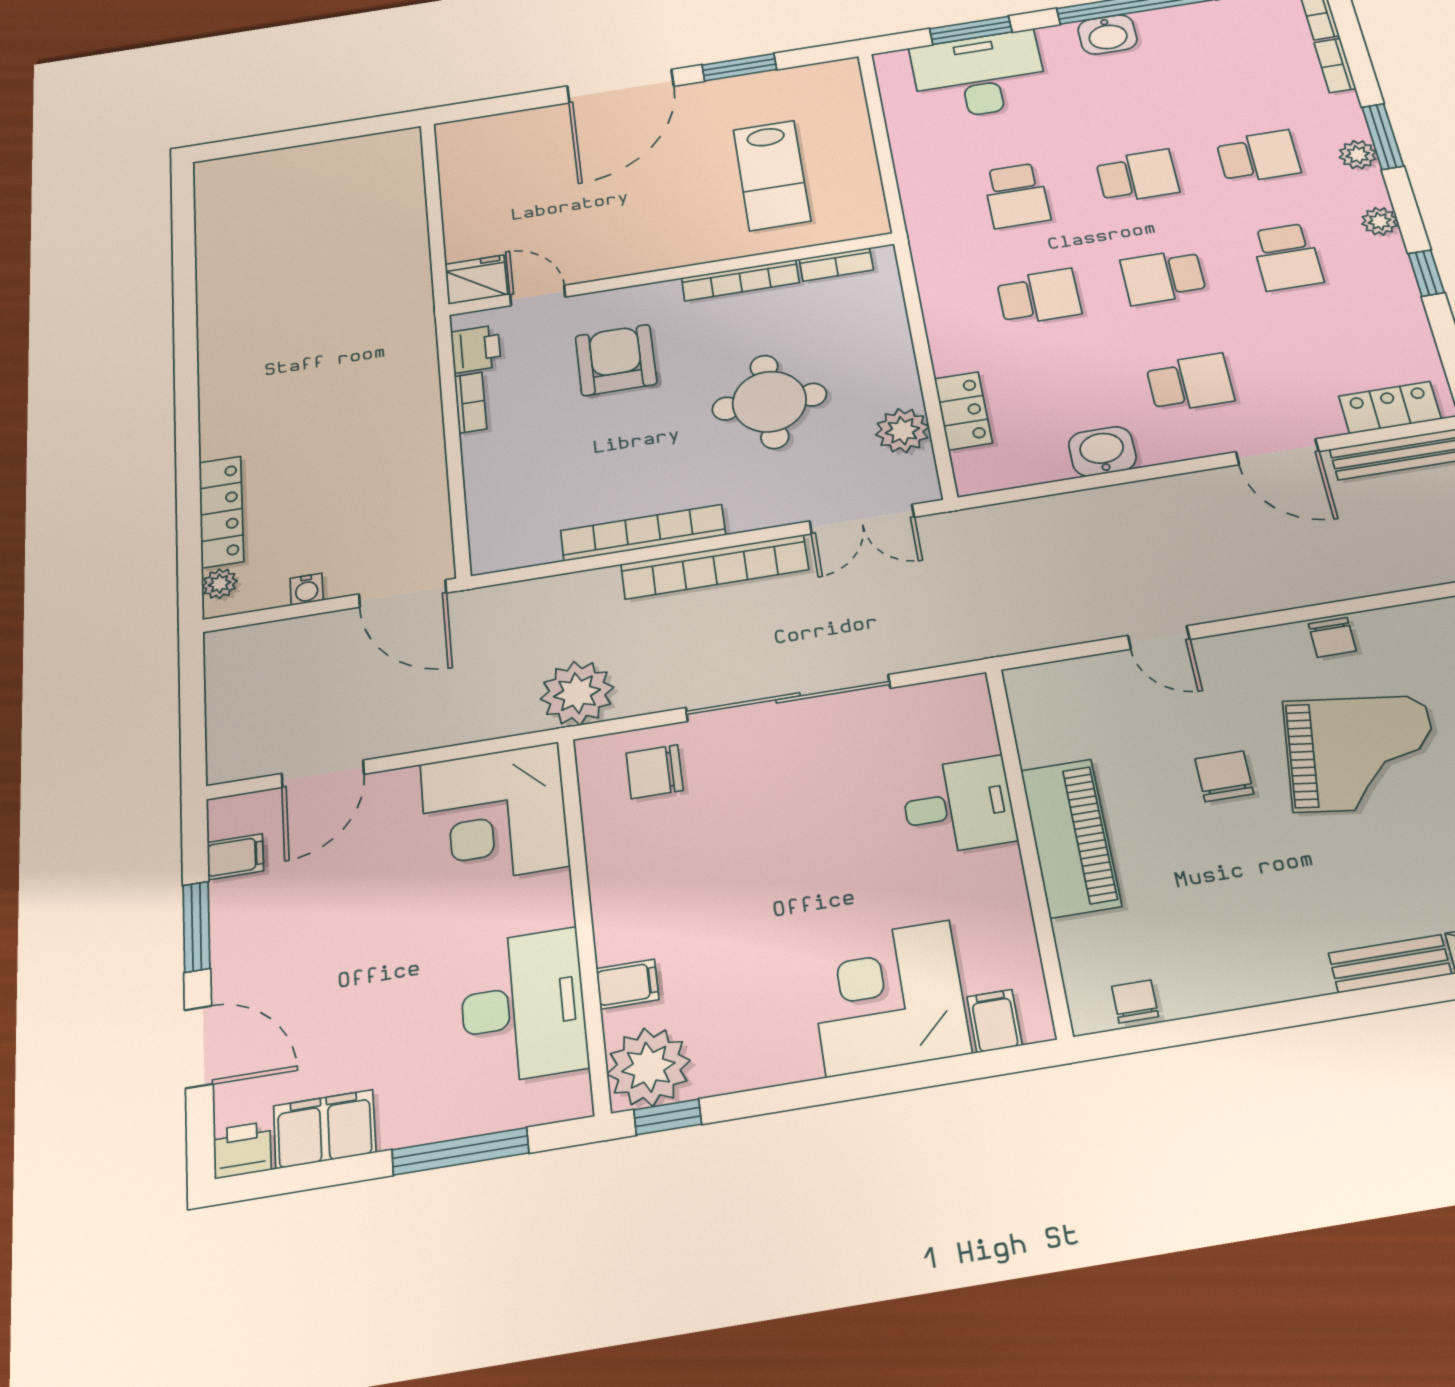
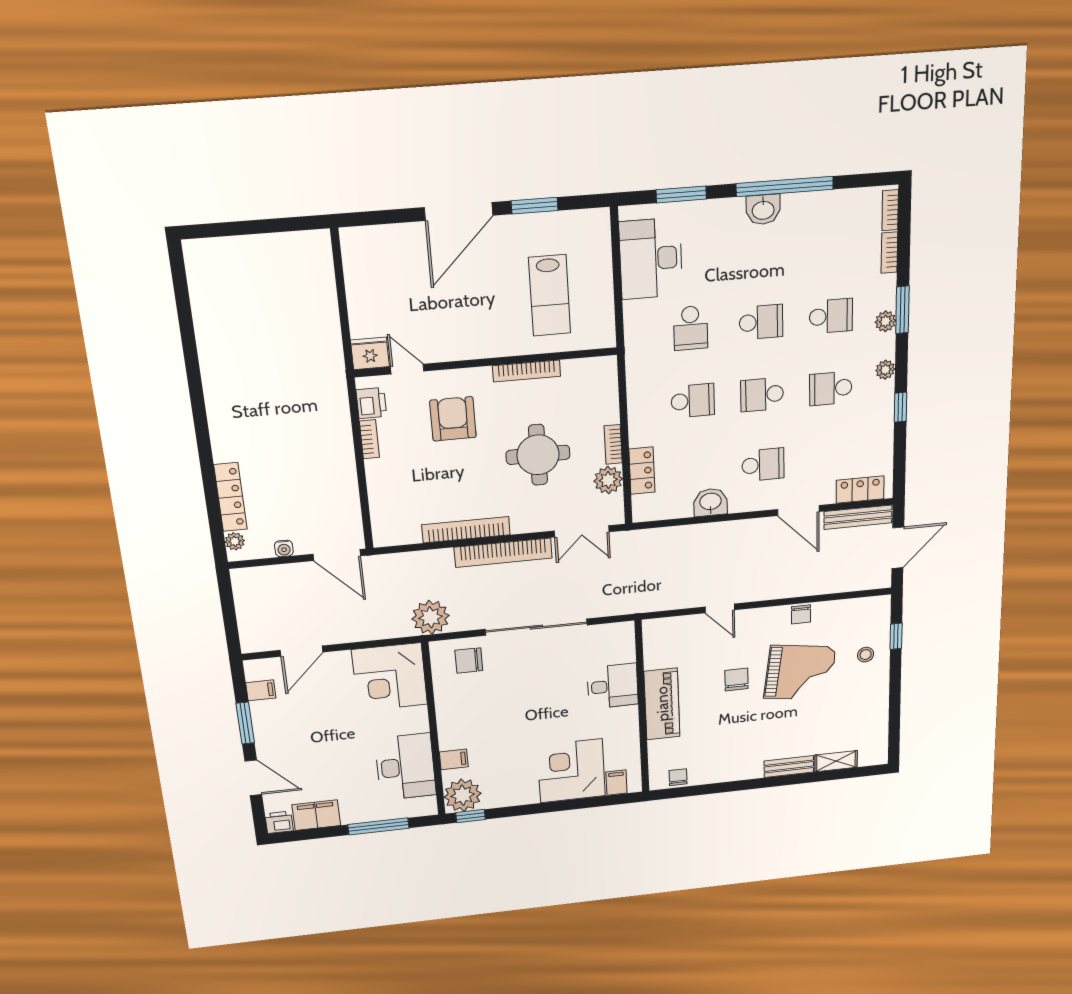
desk: (979, 75) -> (651, 259), moved, turned -90
school desk: (1287, 257) -> (831, 388), turned 90
bookcase: (836, 264) -> (613, 444), moved, turned 90

